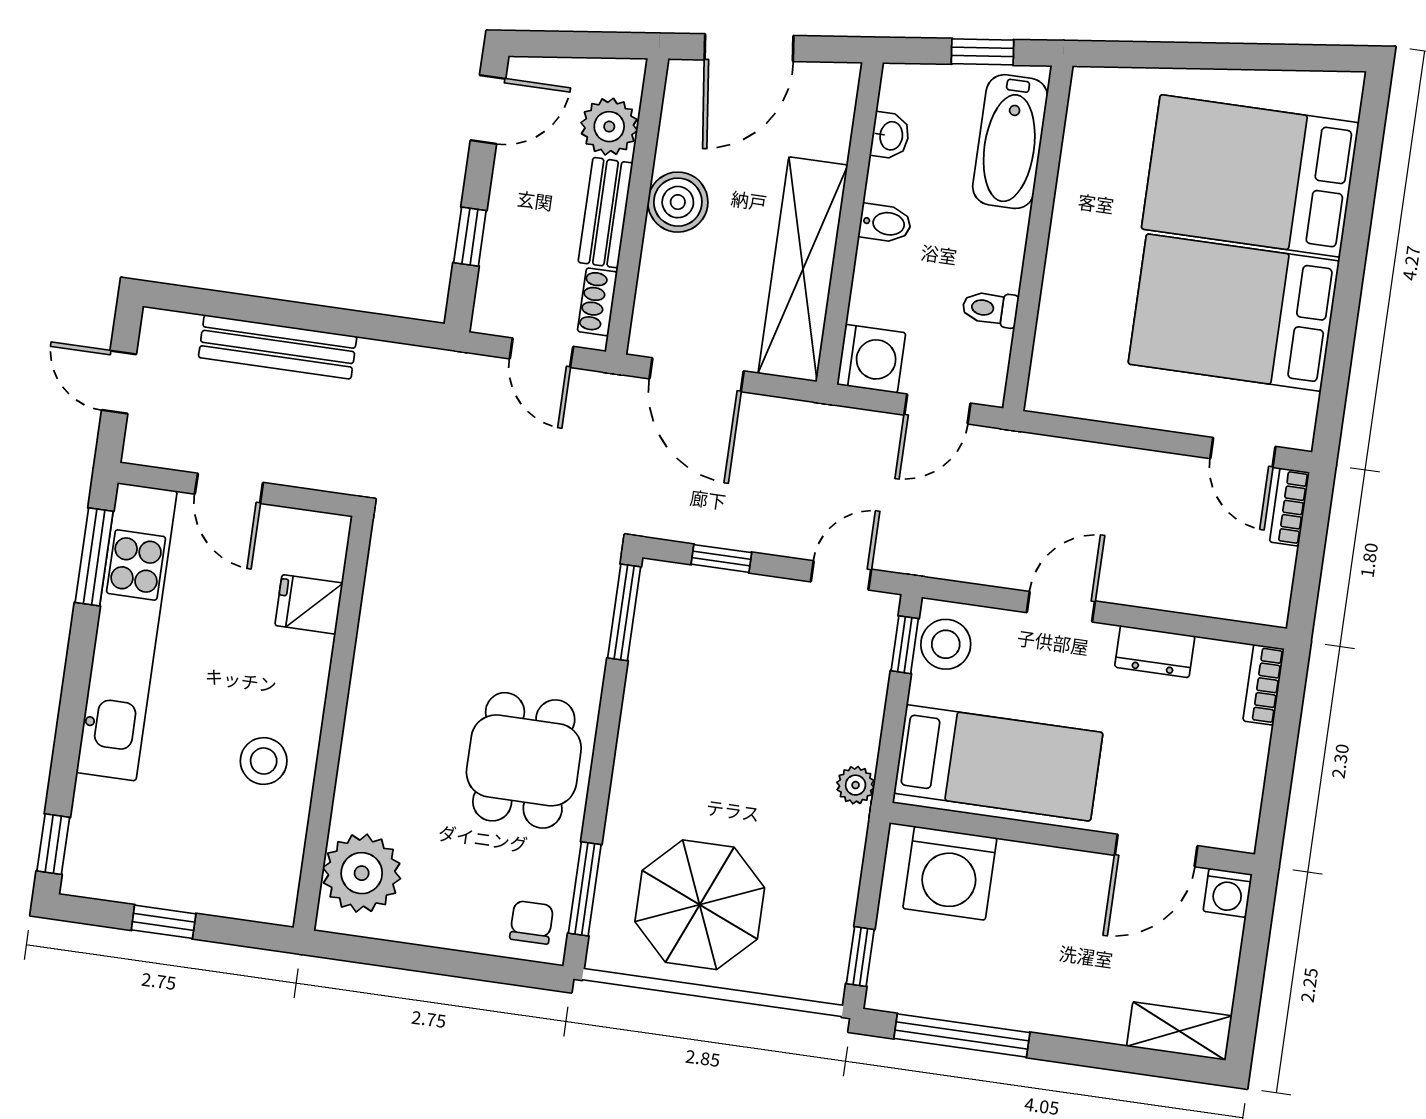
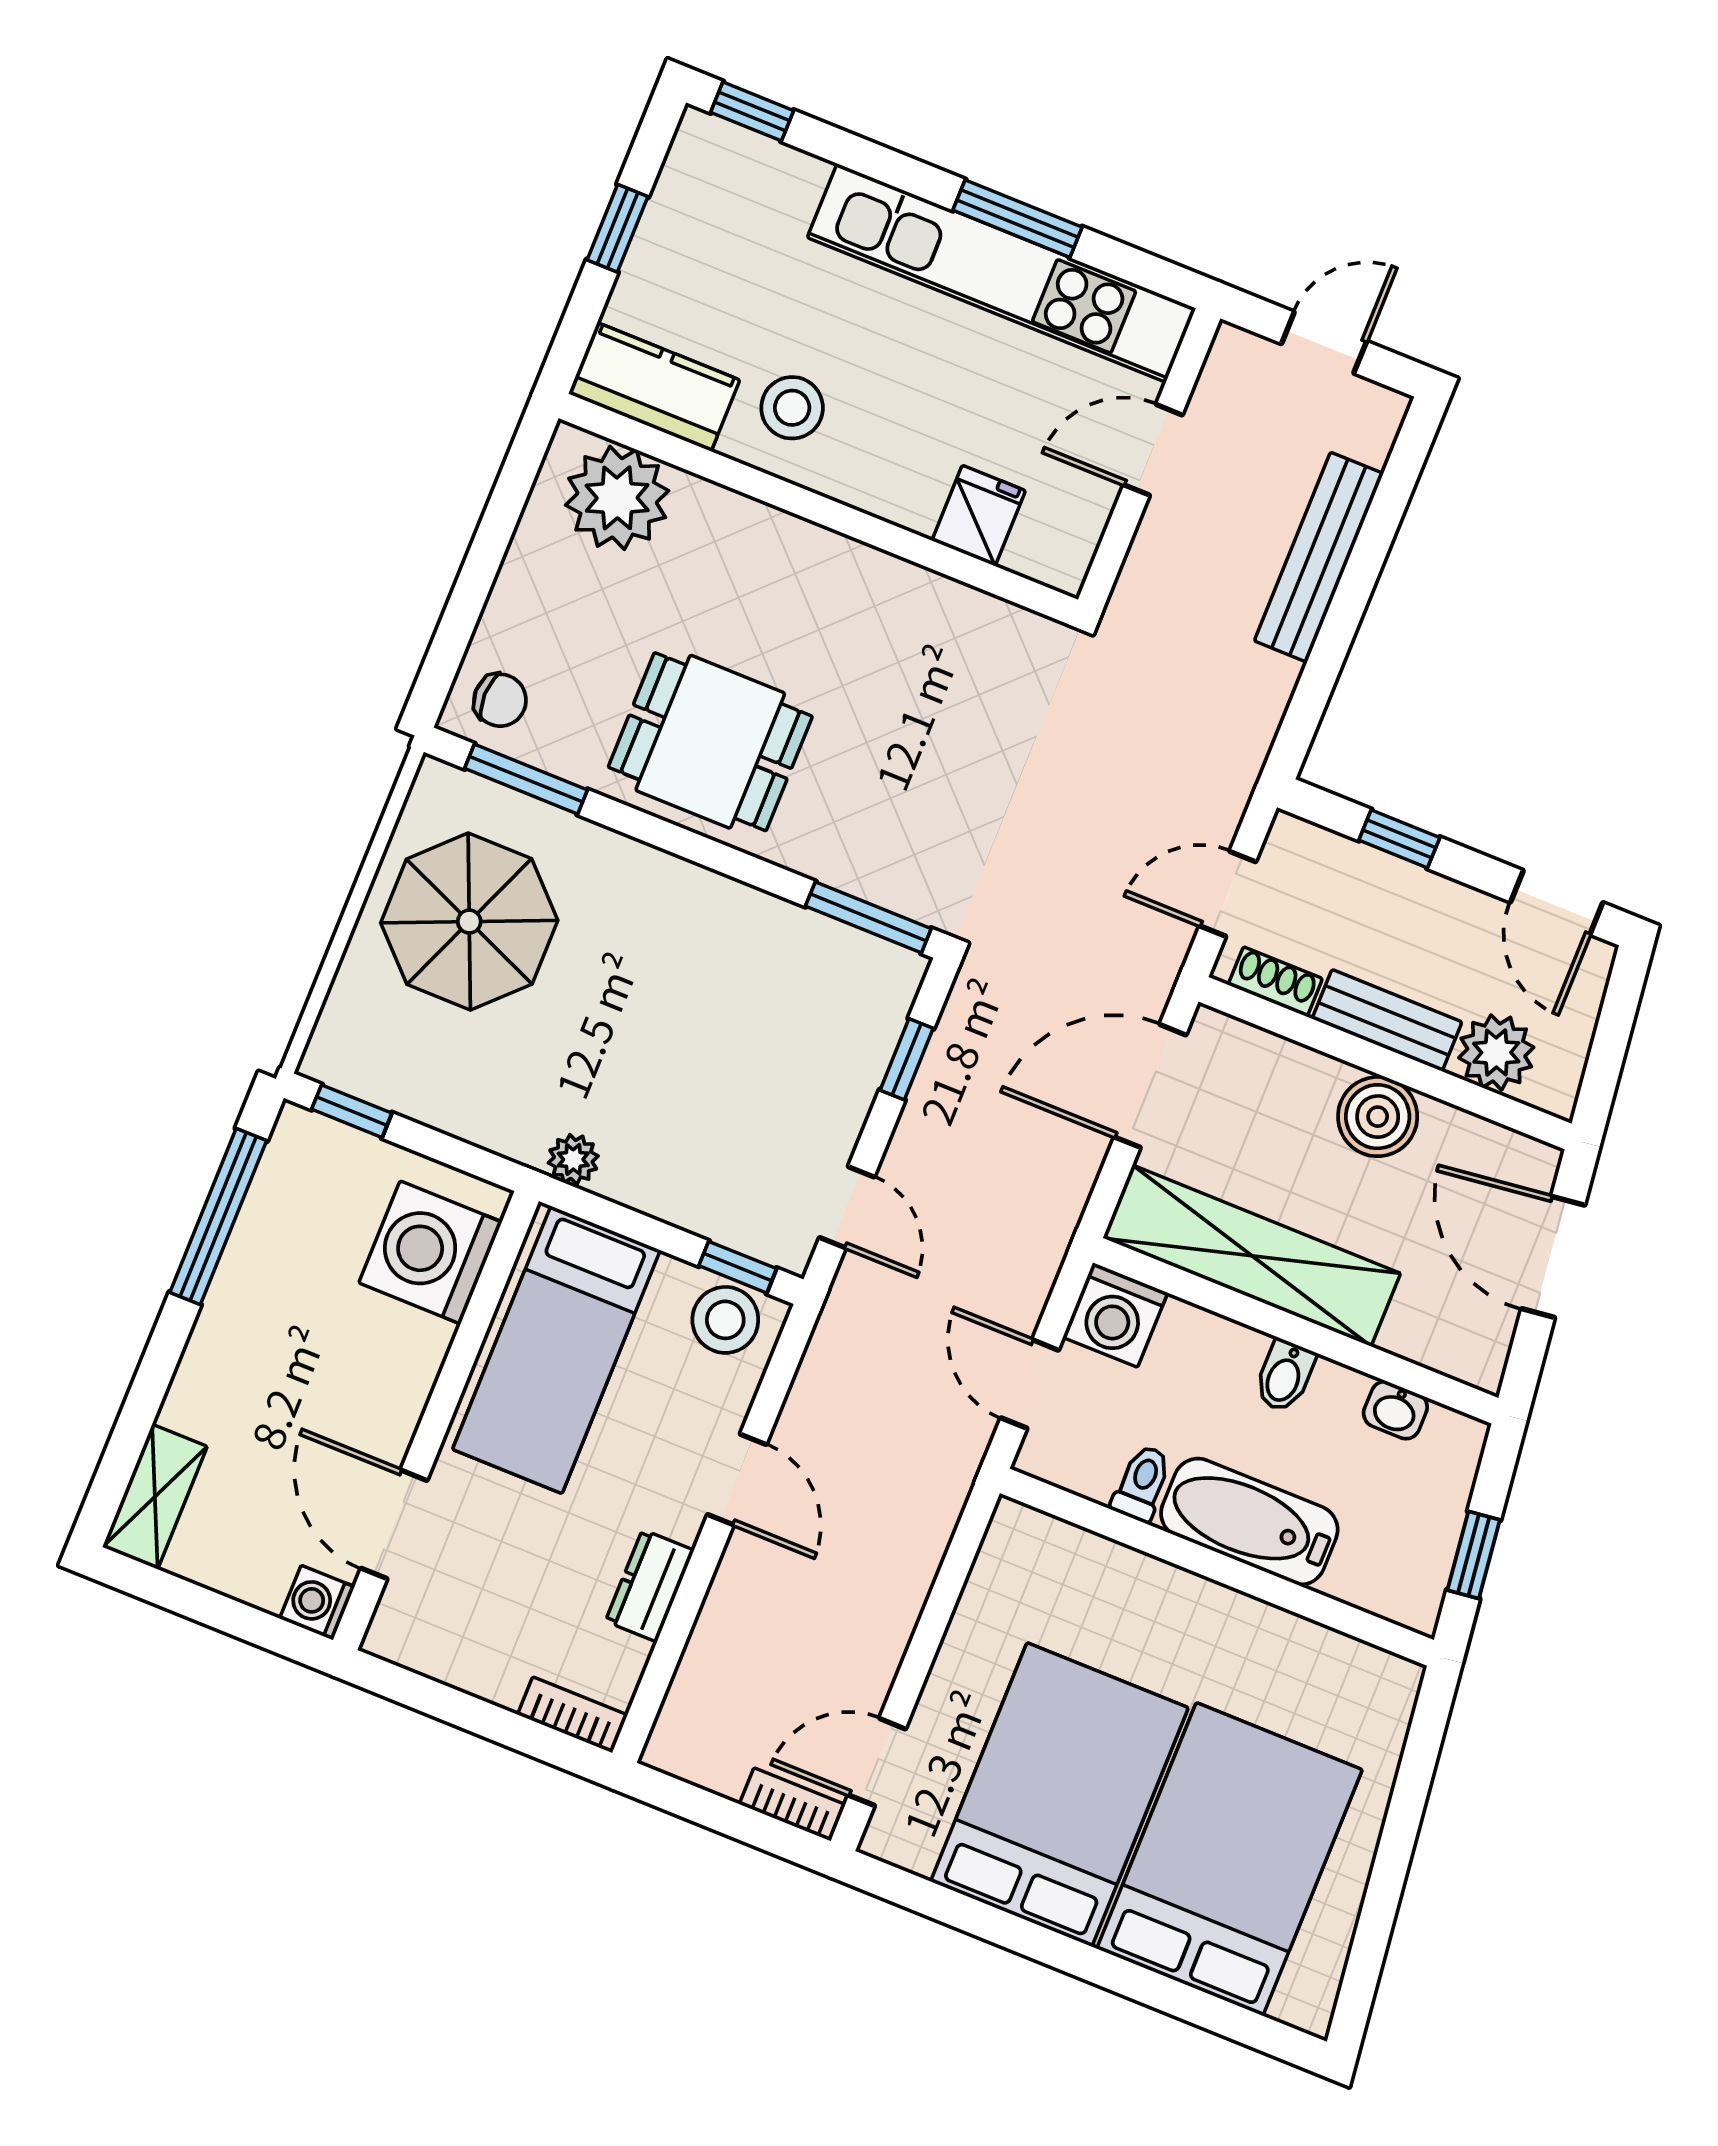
bathtub: (1010, 142) -> (1249, 1522), moved
window: (94, 557) -> (1018, 219), moved
kitchen counter: (273, 866) -> (654, 387), added

